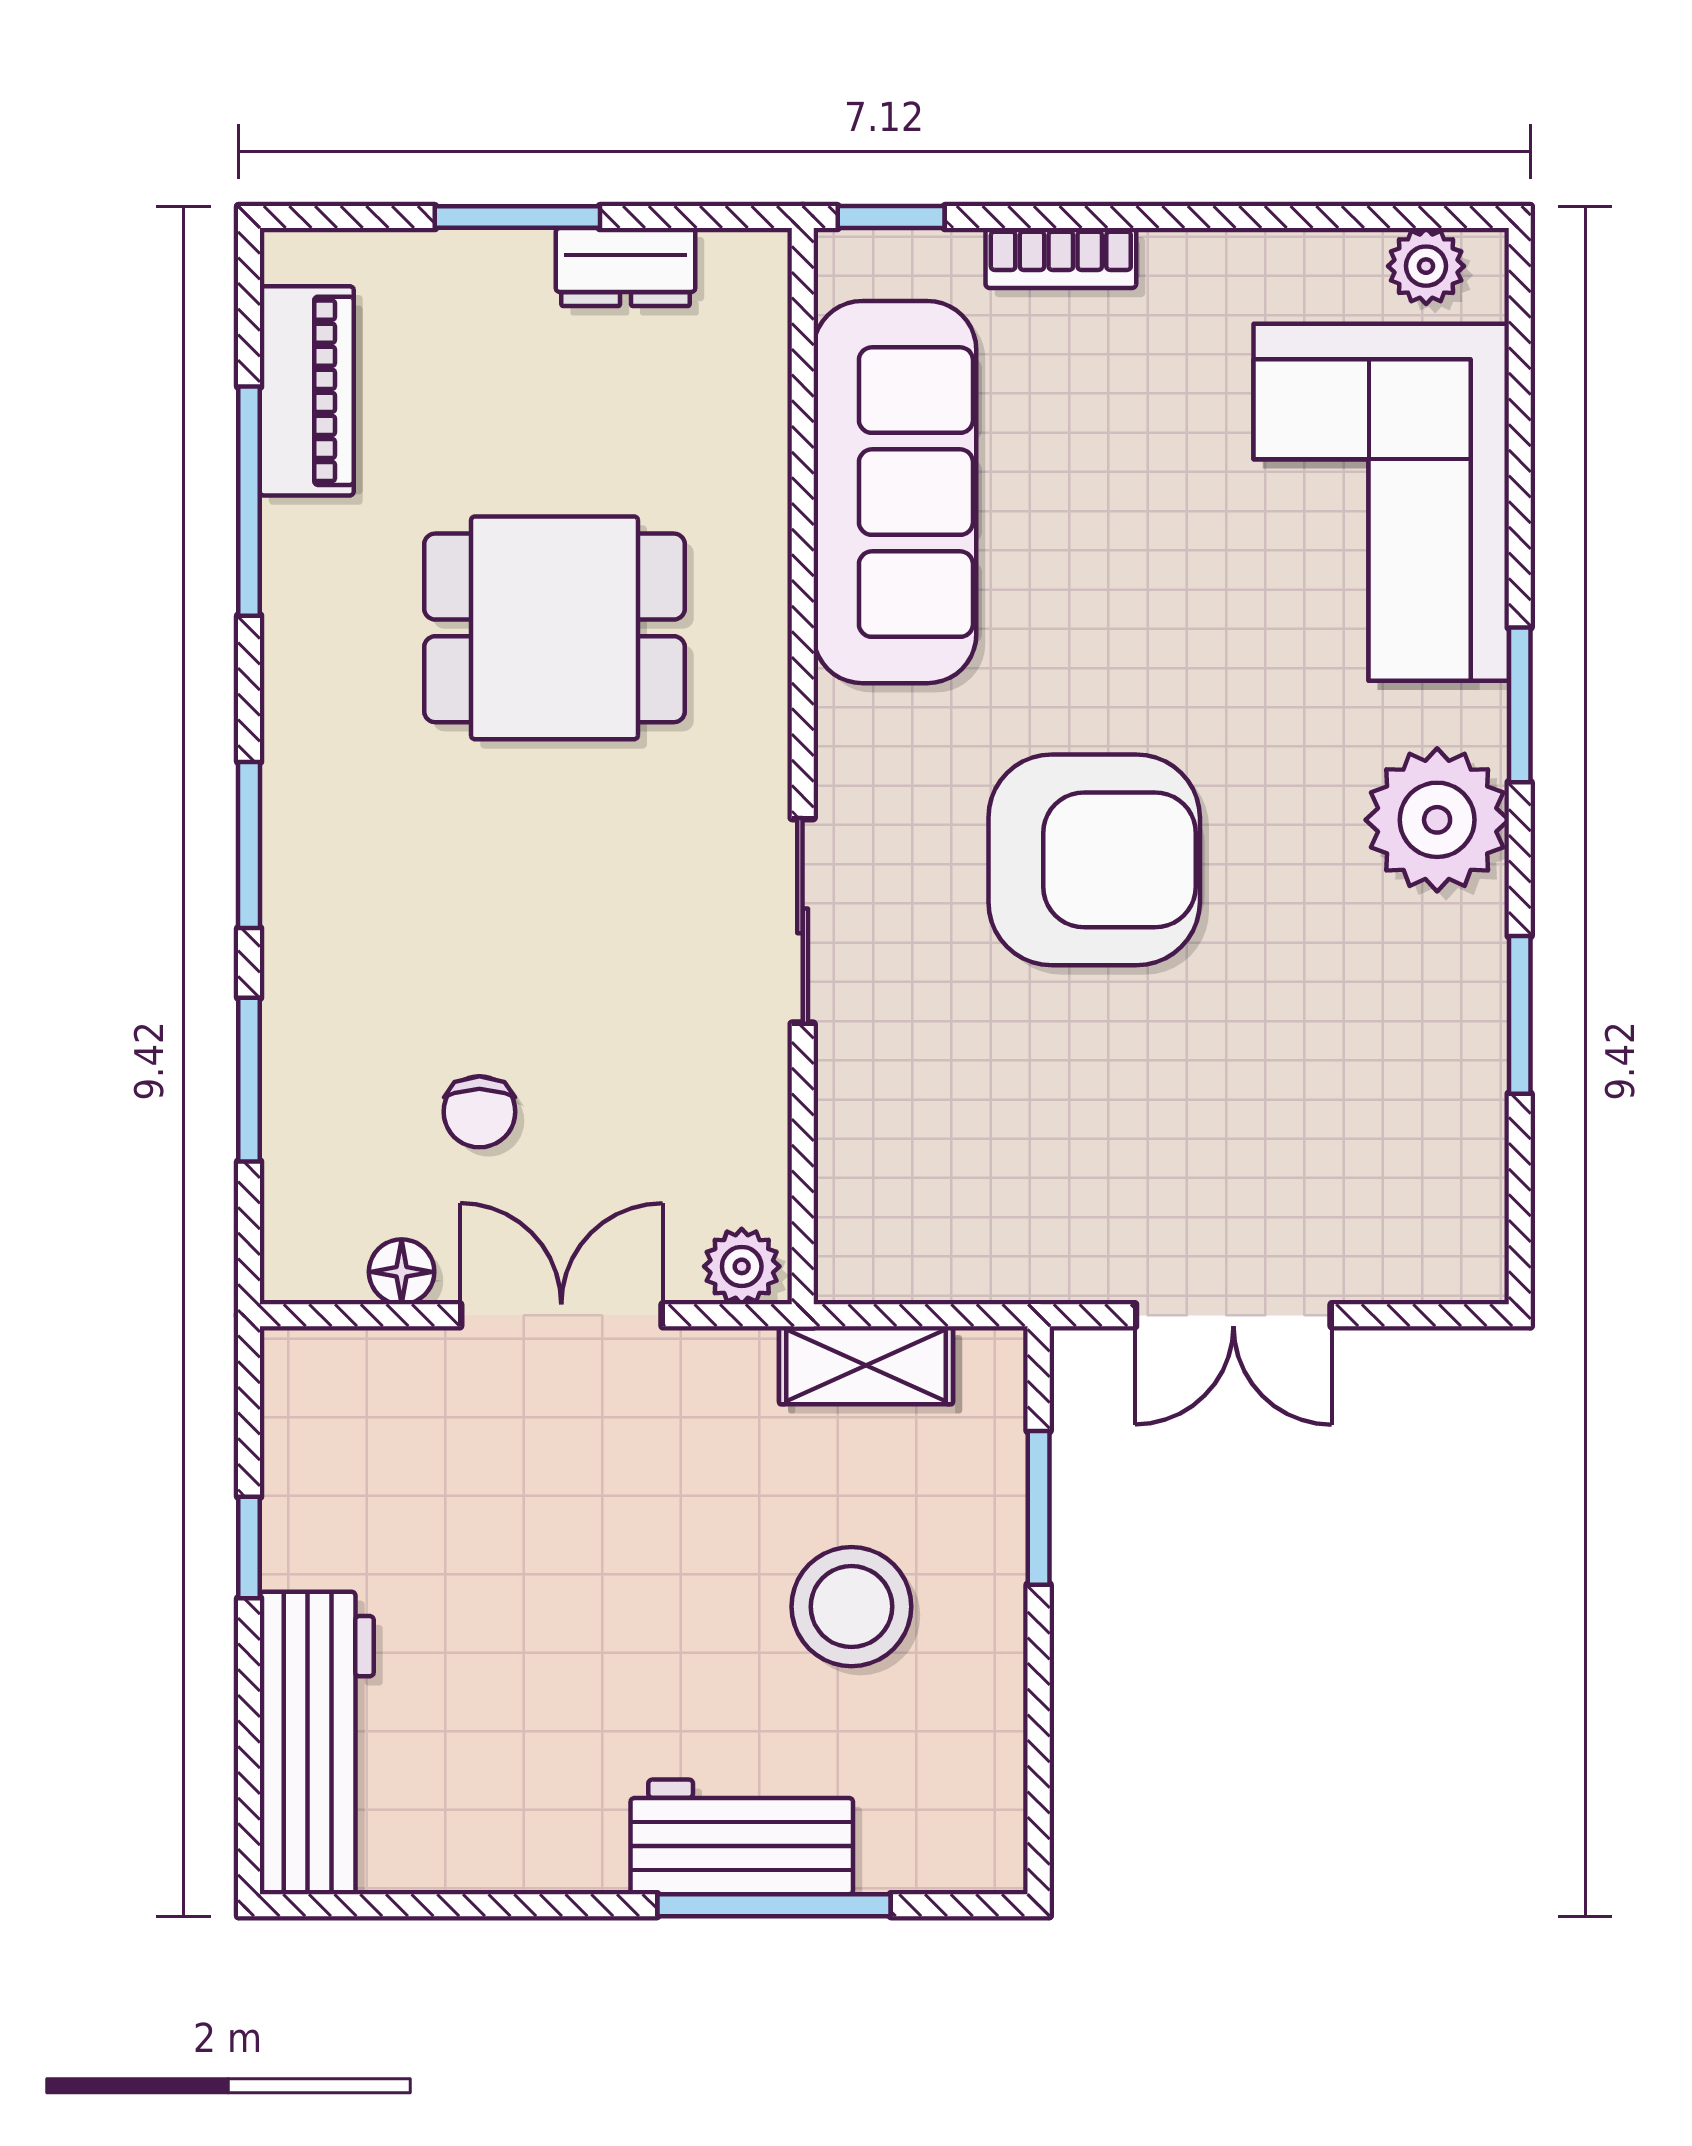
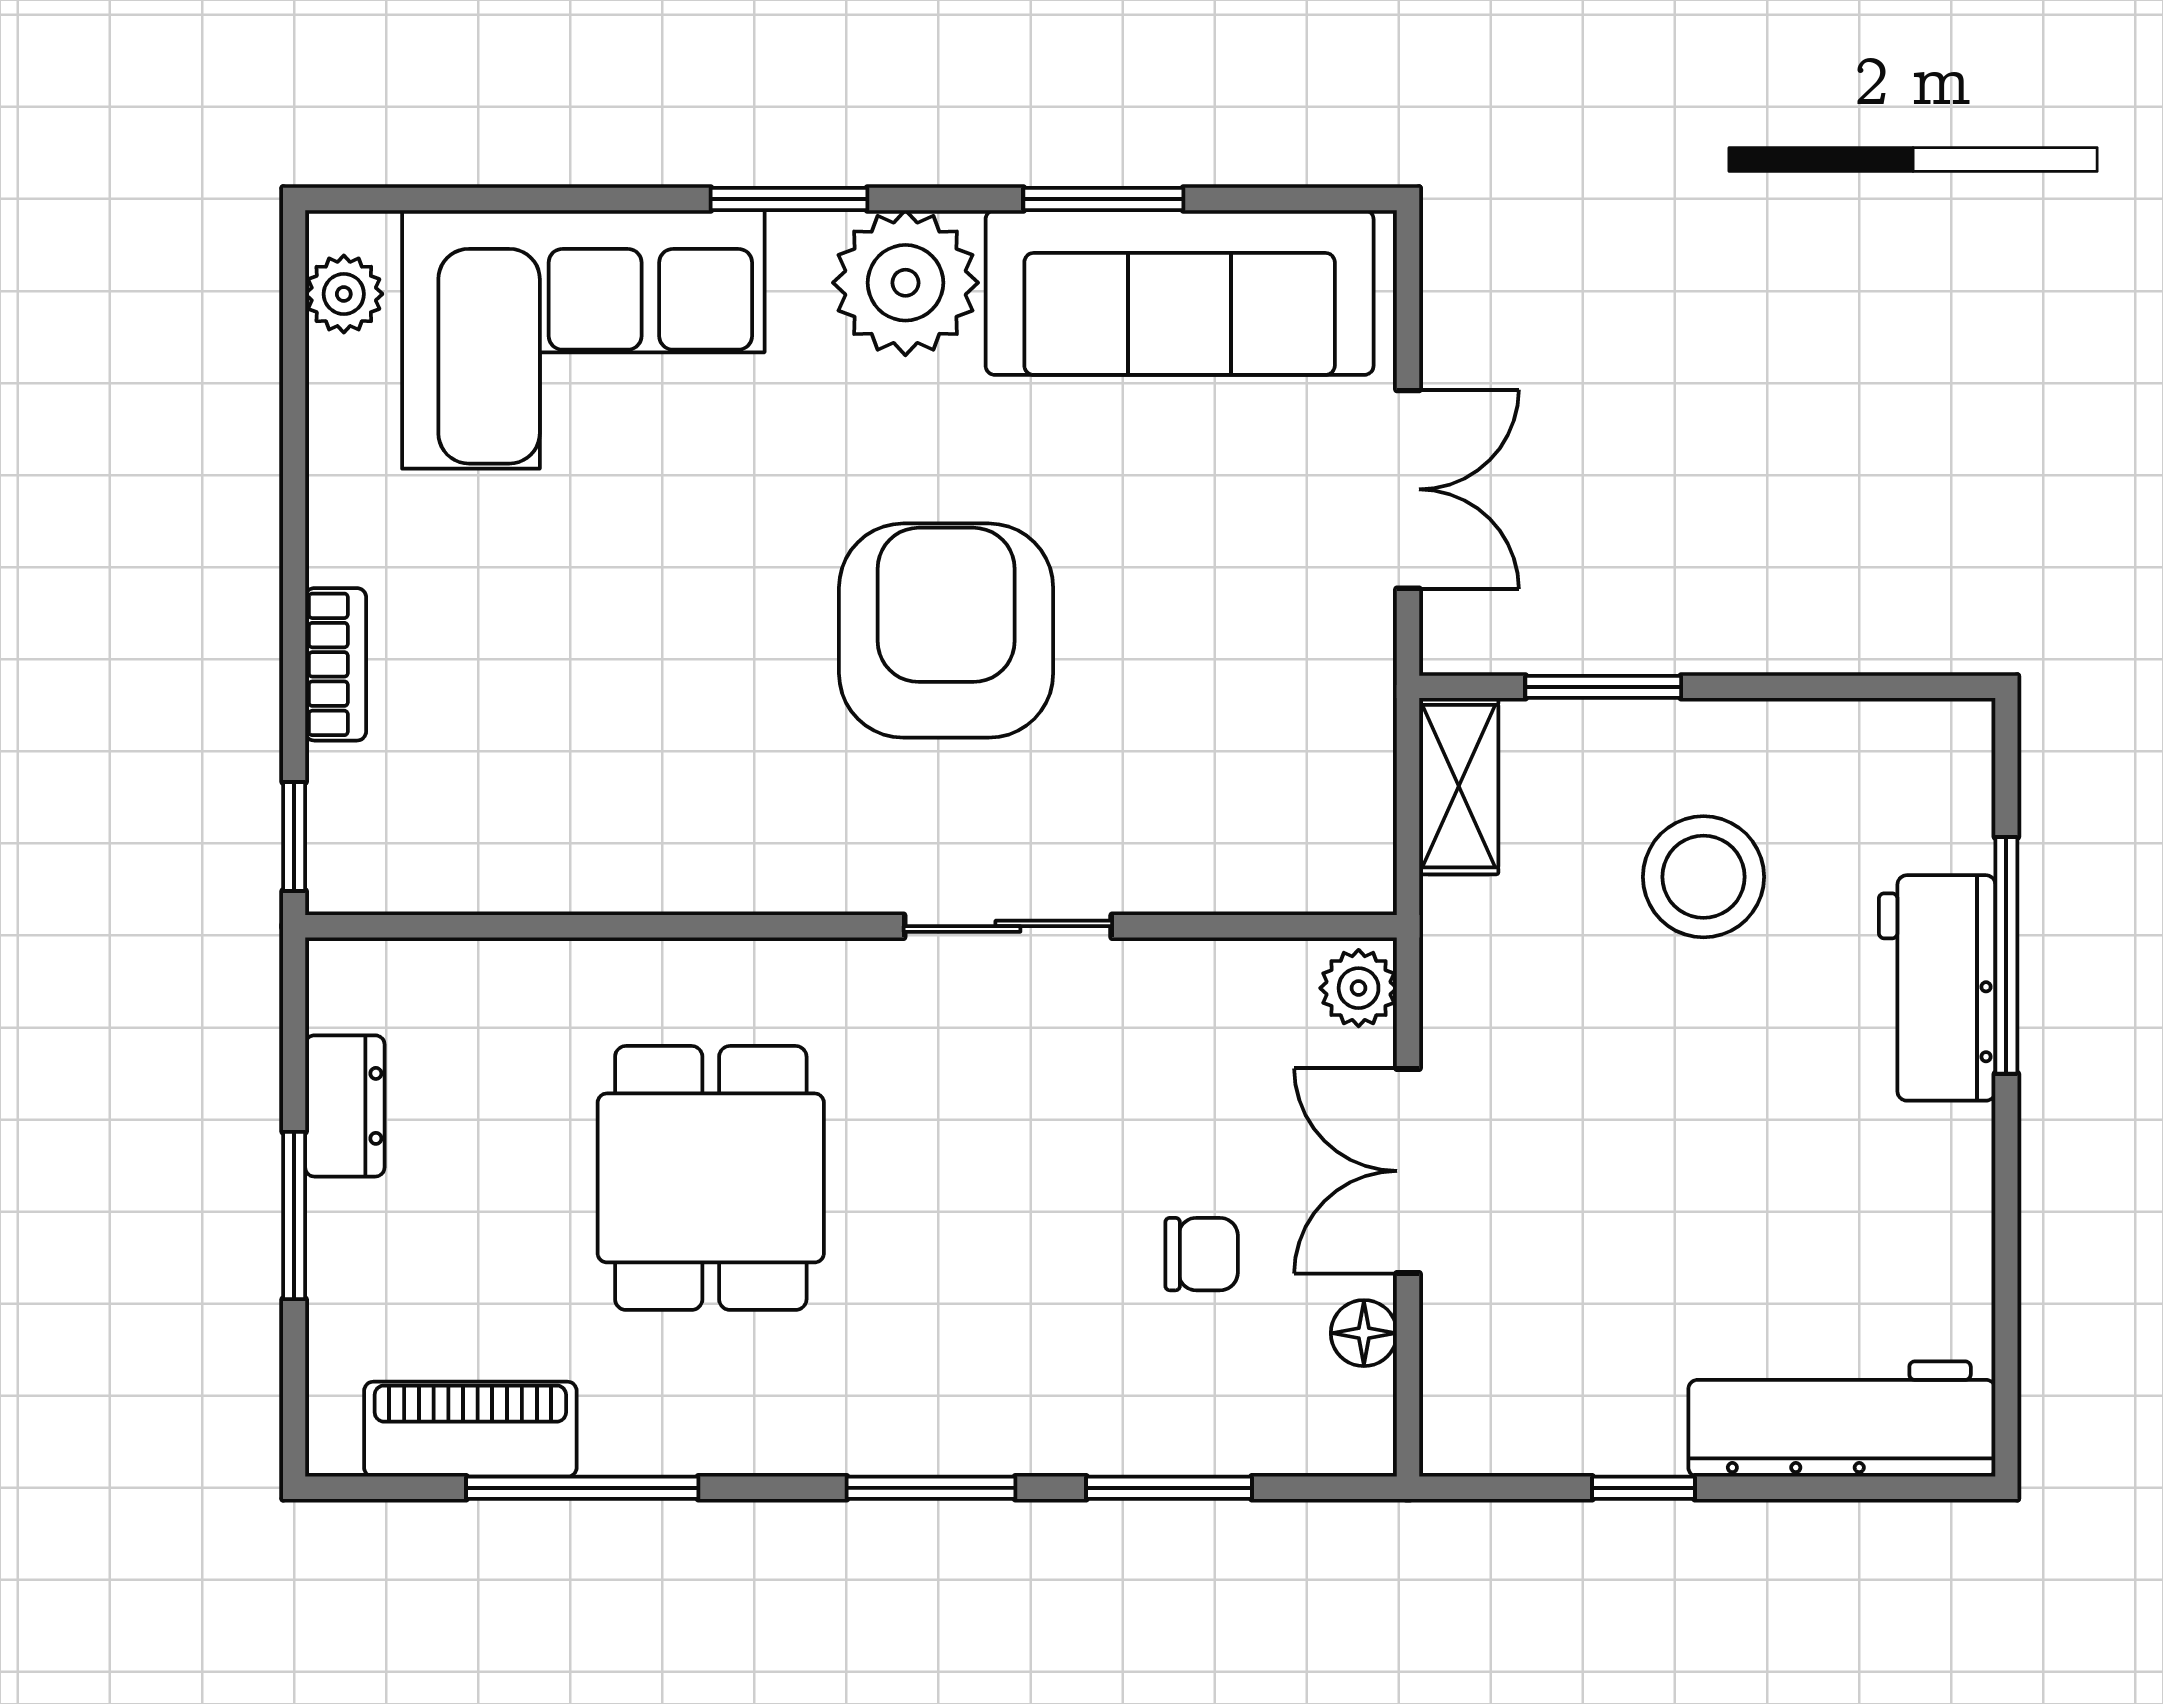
sofa: (895, 492) -> (1180, 292), moved, turned 180
shelving: (866, 1365) -> (1459, 786), moved

